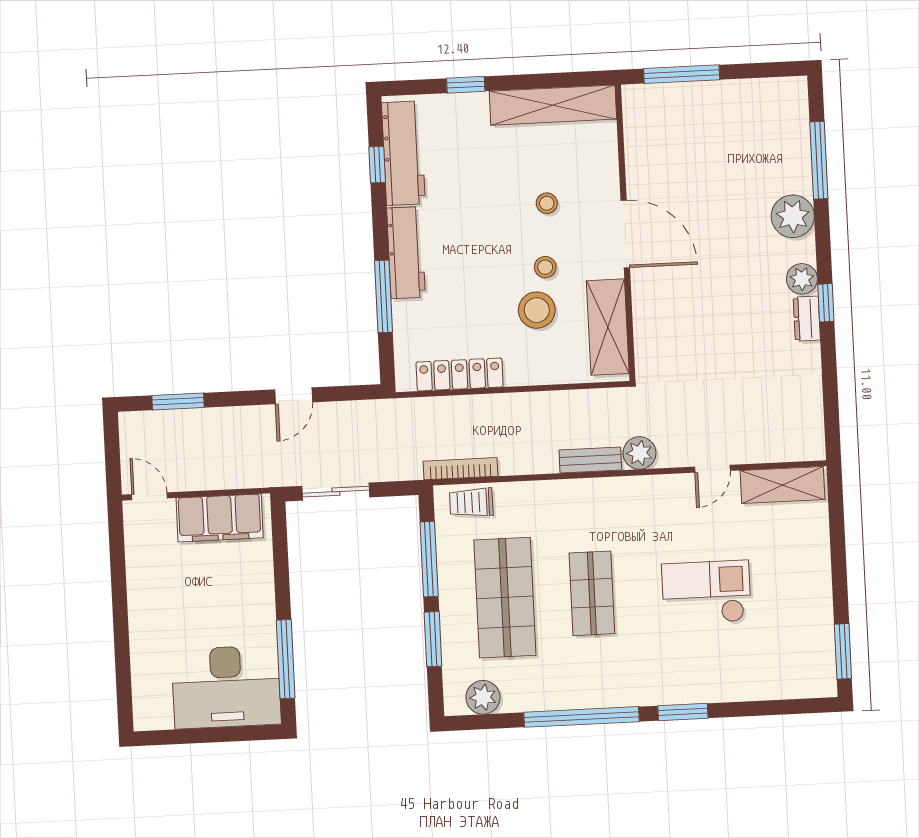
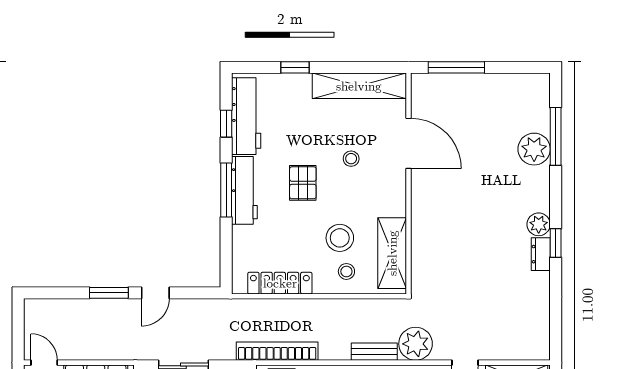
plant: (793, 216) -> (534, 149), moved
door: (625, 234) -> (409, 143), moved
pallet: (484, 239) -> (303, 183), added
stool: (545, 267) -> (346, 271), moved
window: (384, 296) -> (226, 190), moved
window: (178, 401) -> (109, 293), moved
plant: (639, 453) -> (416, 344), width x1.36, depth x1.36
bookcase: (461, 469) -> (277, 351), width x1.48, depth x1.31

